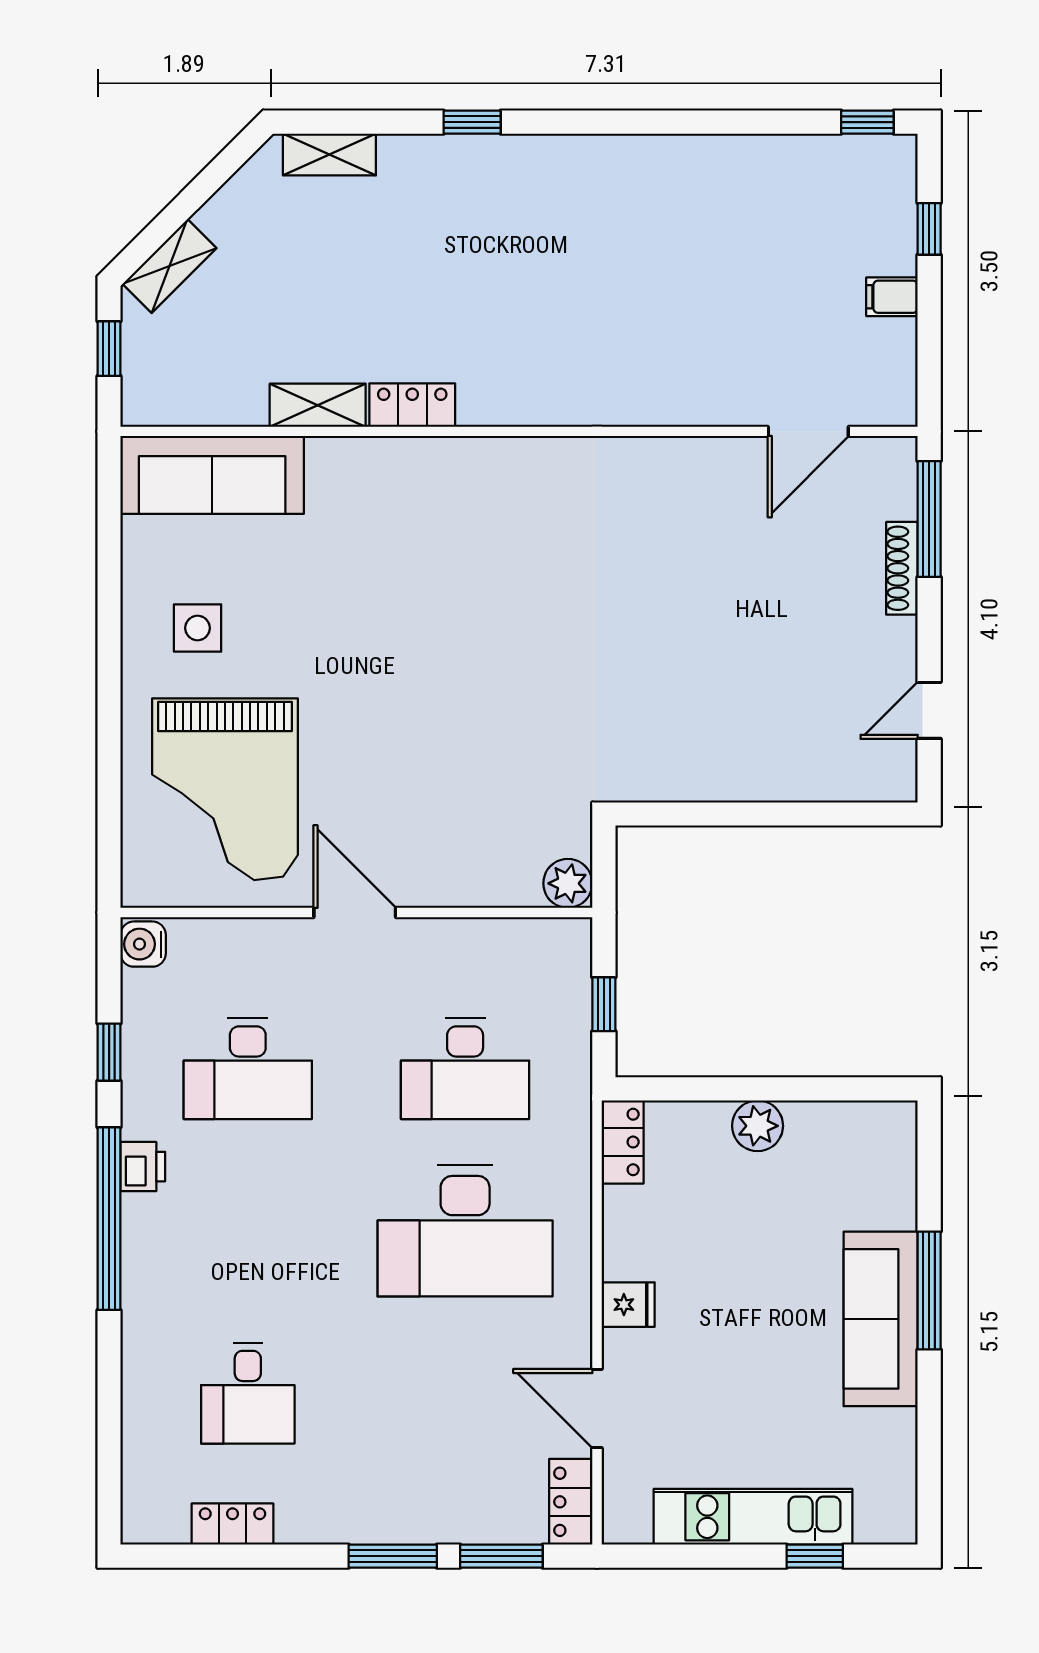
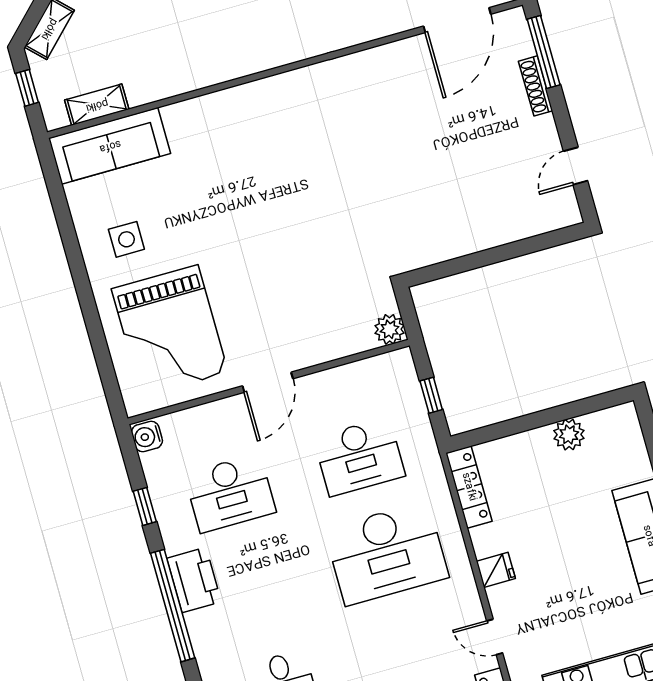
shelving: (318, 405) -> (97, 105), moved
locker: (412, 405) -> (217, 71), removed
door: (808, 431) -> (457, 20), width x1.36
door: (355, 912) -> (268, 382), swing flipped
plant: (758, 1126) -> (569, 435), moved
locker: (623, 1142) -> (469, 487), width x1.53
printer: (143, 1167) -> (194, 580), width x1.87, depth x1.48
door: (597, 1408) -> (495, 637), width x0.73

